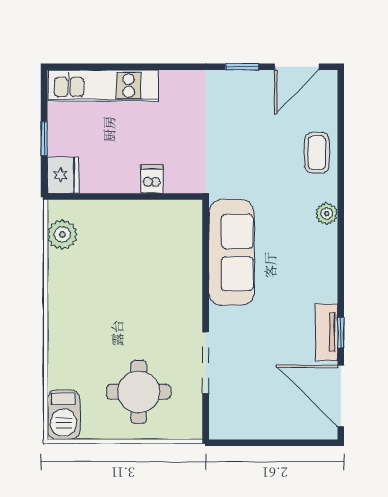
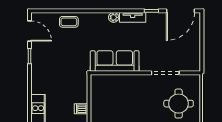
dishwasher: (152, 179) -> (81, 109), moved
plant: (327, 214) -> (114, 17), moved
tv unit: (327, 332) -> (133, 17), moved

